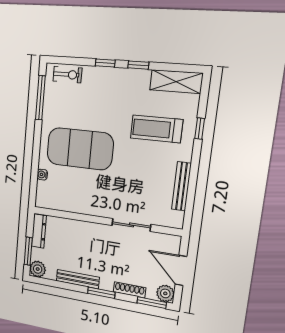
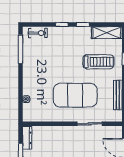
treadmill: (156, 129) -> (98, 62), turned 180
exercise mat: (80, 149) -> (75, 95), moved

